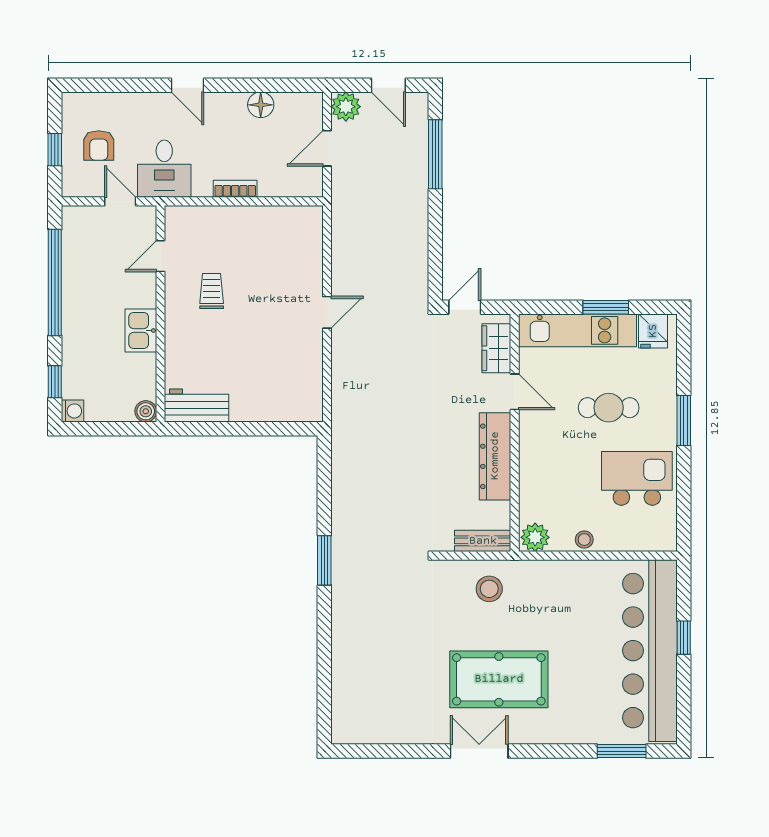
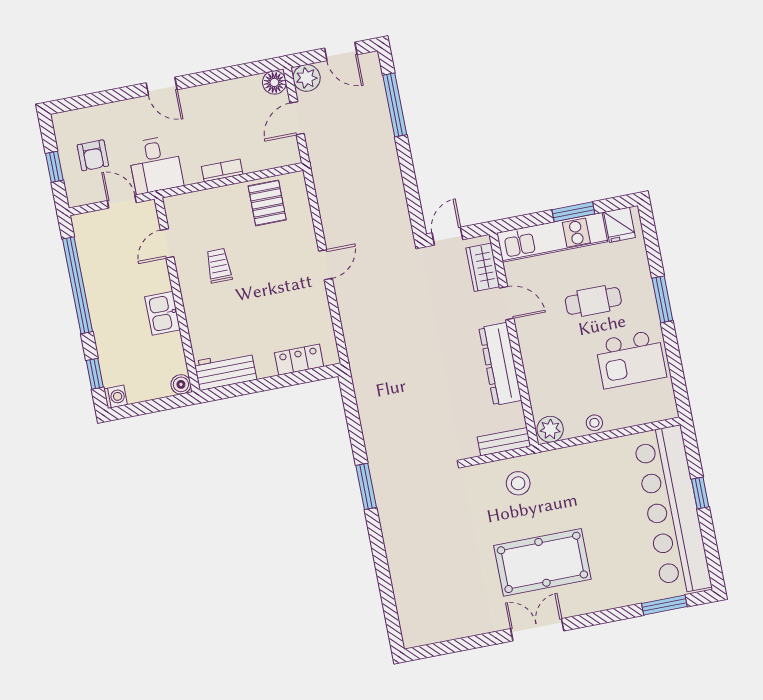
floor lamp: (261, 105) -> (274, 82), moved
pallet: (277, 233) -> (267, 203), added
locker: (278, 409) -> (299, 360), added
kitchen island: (637, 478) -> (631, 359), turned 180

